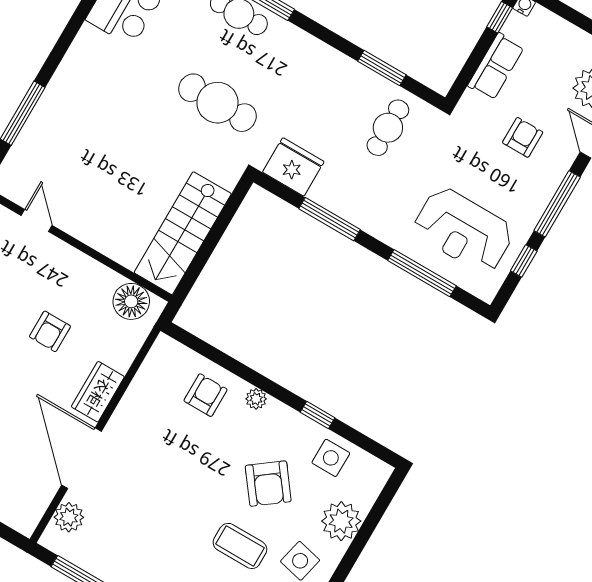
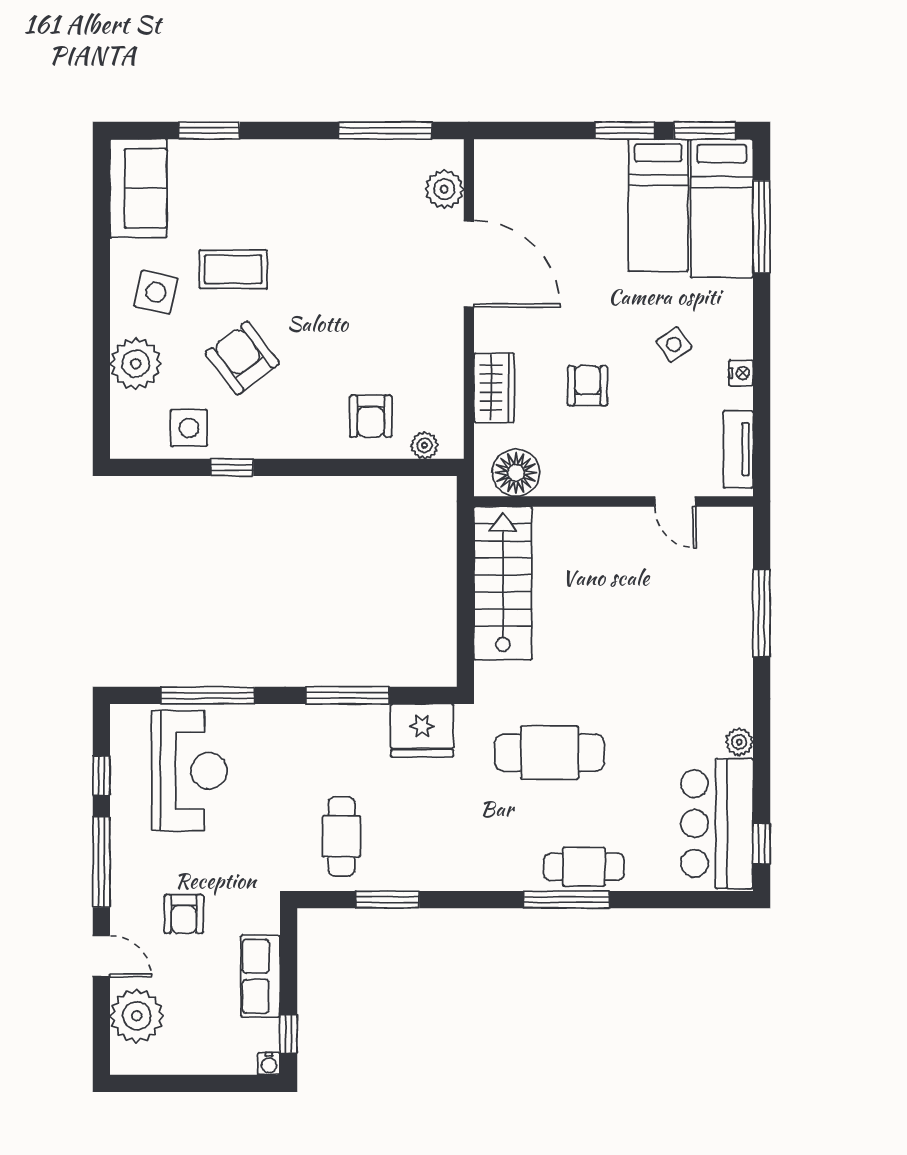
plant: (87, 36) -> (739, 742), added
reception desk: (463, 230) -> (189, 771), turned 90
wardrobe: (98, 392) -> (494, 388), moved
plant: (256, 399) -> (425, 445), moved

